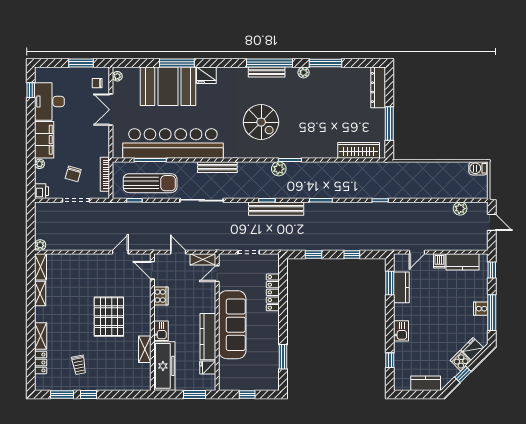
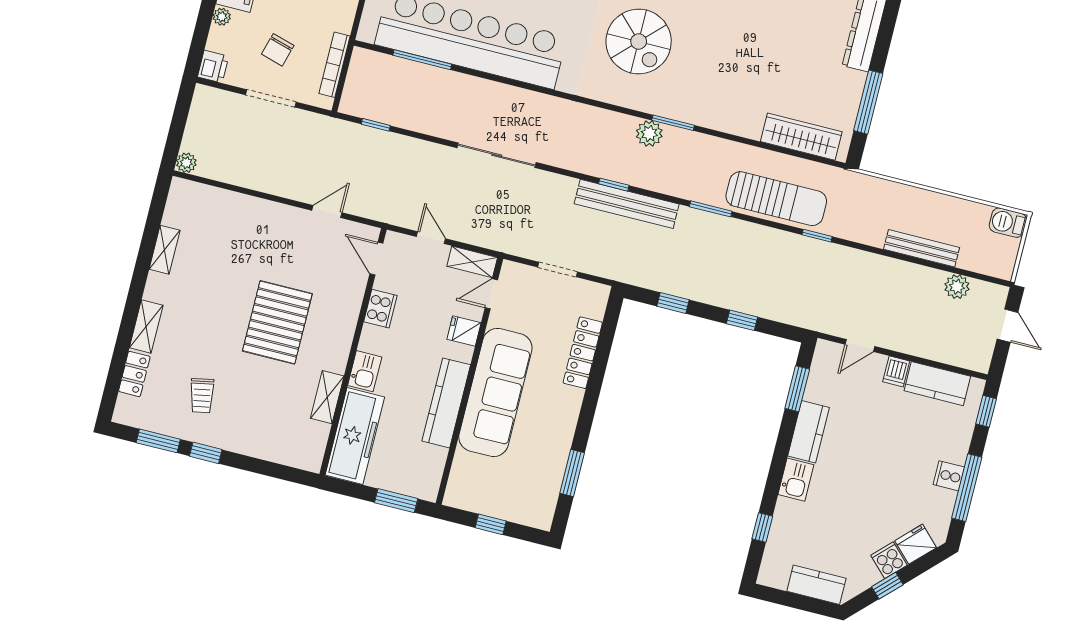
bench: (217, 167) -> (922, 248), moved
sun lounger: (150, 183) -> (776, 199), moved
shelving: (41, 267) -> (177, 202), removed
kitchen counter: (401, 287) -> (809, 432), moved
fridge: (208, 368) -> (464, 331), moved

